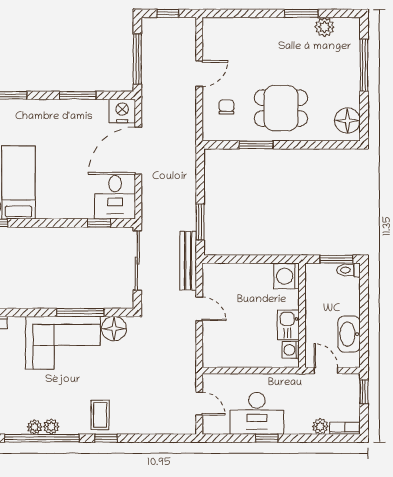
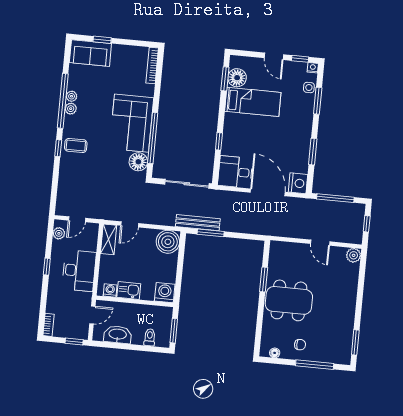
window: (301, 13) -> (355, 342), moved
plant: (325, 27) -> (354, 255), moved
chair: (226, 107) -> (300, 345), moved
dining table: (281, 108) -> (289, 300), width x1.38
floor lamp: (347, 121) -> (275, 353), width x0.53, depth x0.53
window: (99, 223) -> (219, 141), moved
bench: (188, 261) -> (198, 223), moved
toilet: (349, 270) -> (150, 337), moved
boiler: (218, 279) -> (168, 242), added
door: (199, 309) -> (130, 224), moved
window: (80, 312) -> (153, 138), width x1.46
shelving: (222, 359) -> (109, 239), added
desk: (257, 413) -> (79, 271), moved, turned 180
plant: (320, 426) -> (59, 233), moved

